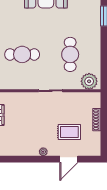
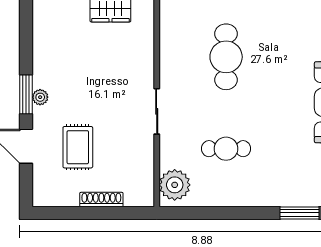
cafe table: (70, 54) -> (226, 149), width x0.73, depth x0.74
window: (42, 159) -> (26, 94), added

